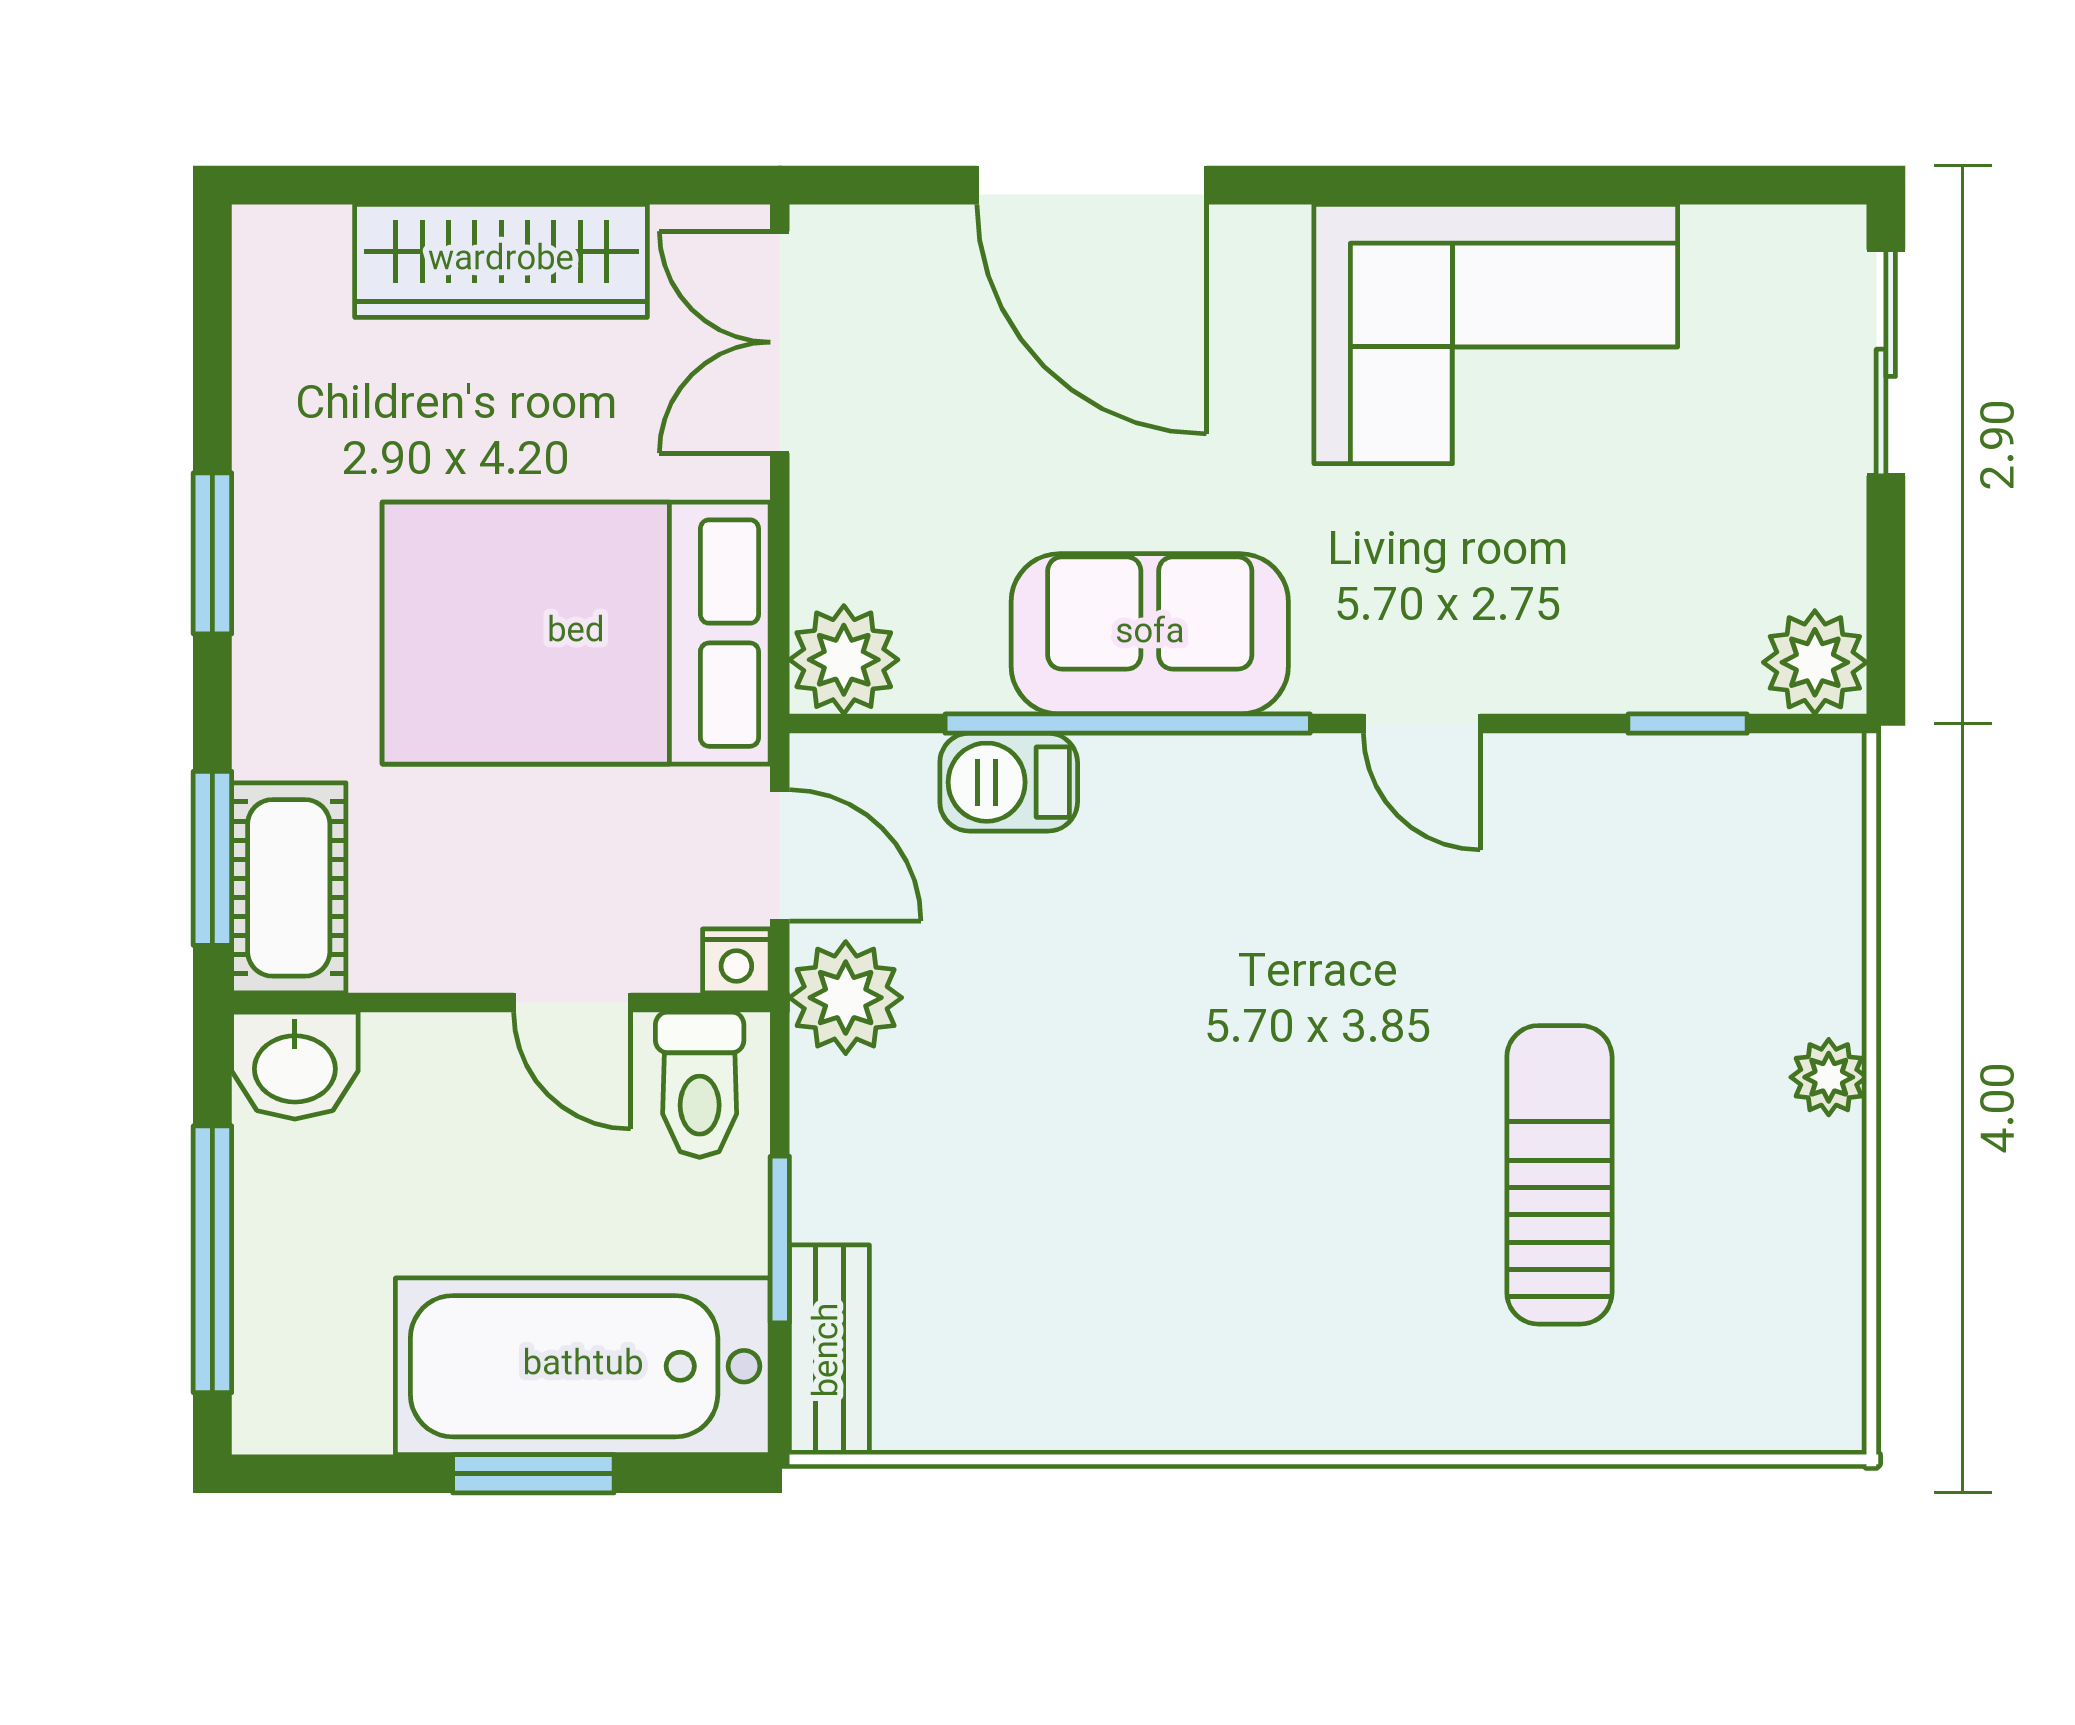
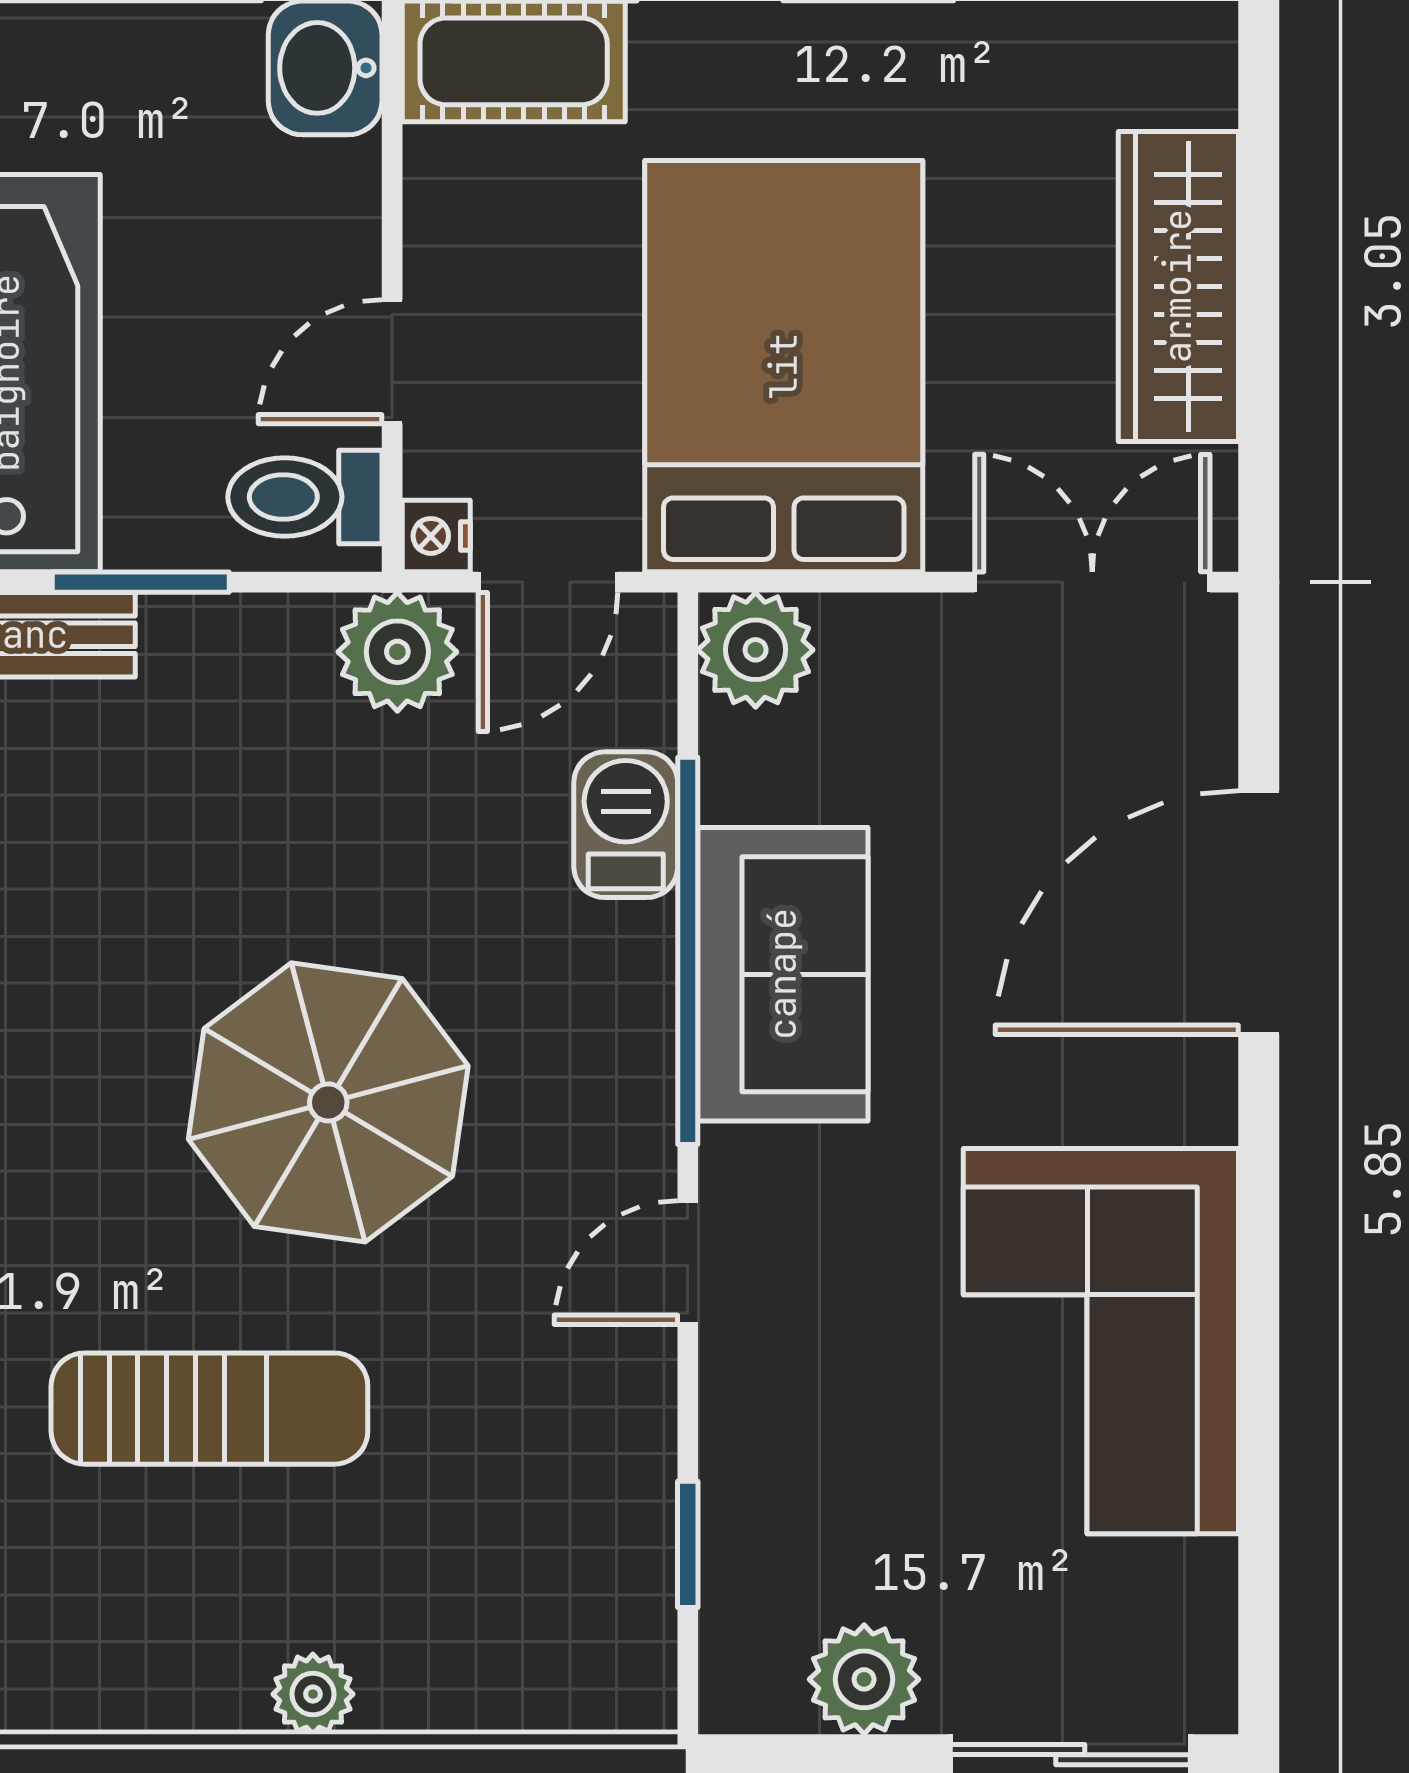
plant: (1815, 662) -> (864, 1679), moved
parasol: (1271, 1063) -> (328, 1102), added

